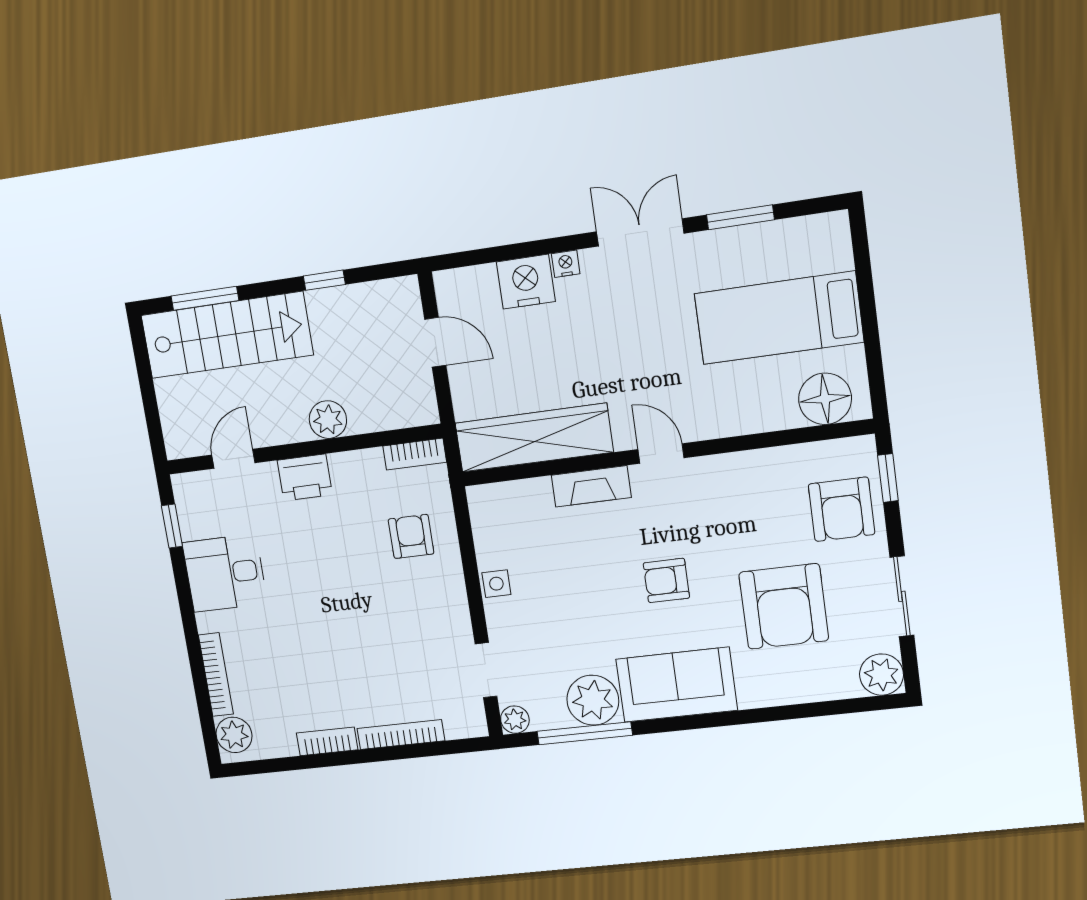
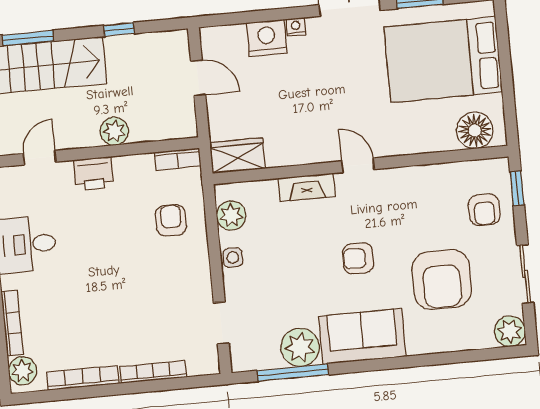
bed: (779, 318) -> (443, 60), width x1.50
wardrobe: (534, 438) -> (238, 156), width x0.48, depth x0.85
armchair: (842, 509) -> (484, 210), width x0.72, depth x0.72
plant: (515, 720) -> (231, 216), moved, width x1.38, depth x1.38
bookcase: (327, 741) -> (83, 378), width x1.56

